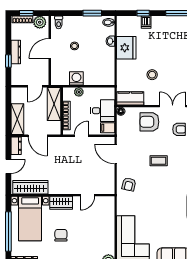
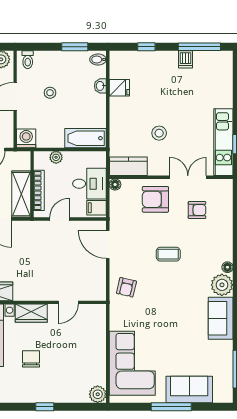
dishwasher: (146, 22) -> (185, 59), moved
fridge: (126, 48) -> (119, 88), width x0.53, depth x0.75
washing machine: (76, 78) -> (26, 138), moved
bathtub: (100, 78) -> (86, 138), added
shelving: (54, 104) -> (21, 194), moved

